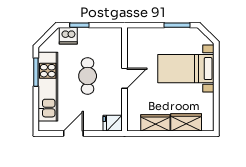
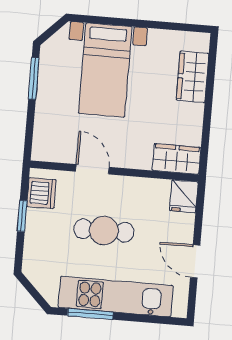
window: (79, 25) -> (22, 216), moved
dishwasher: (68, 36) -> (41, 193), moved
door: (125, 78) -> (92, 169), moved
wardrobe: (155, 123) -> (177, 159), moved, turned 90

